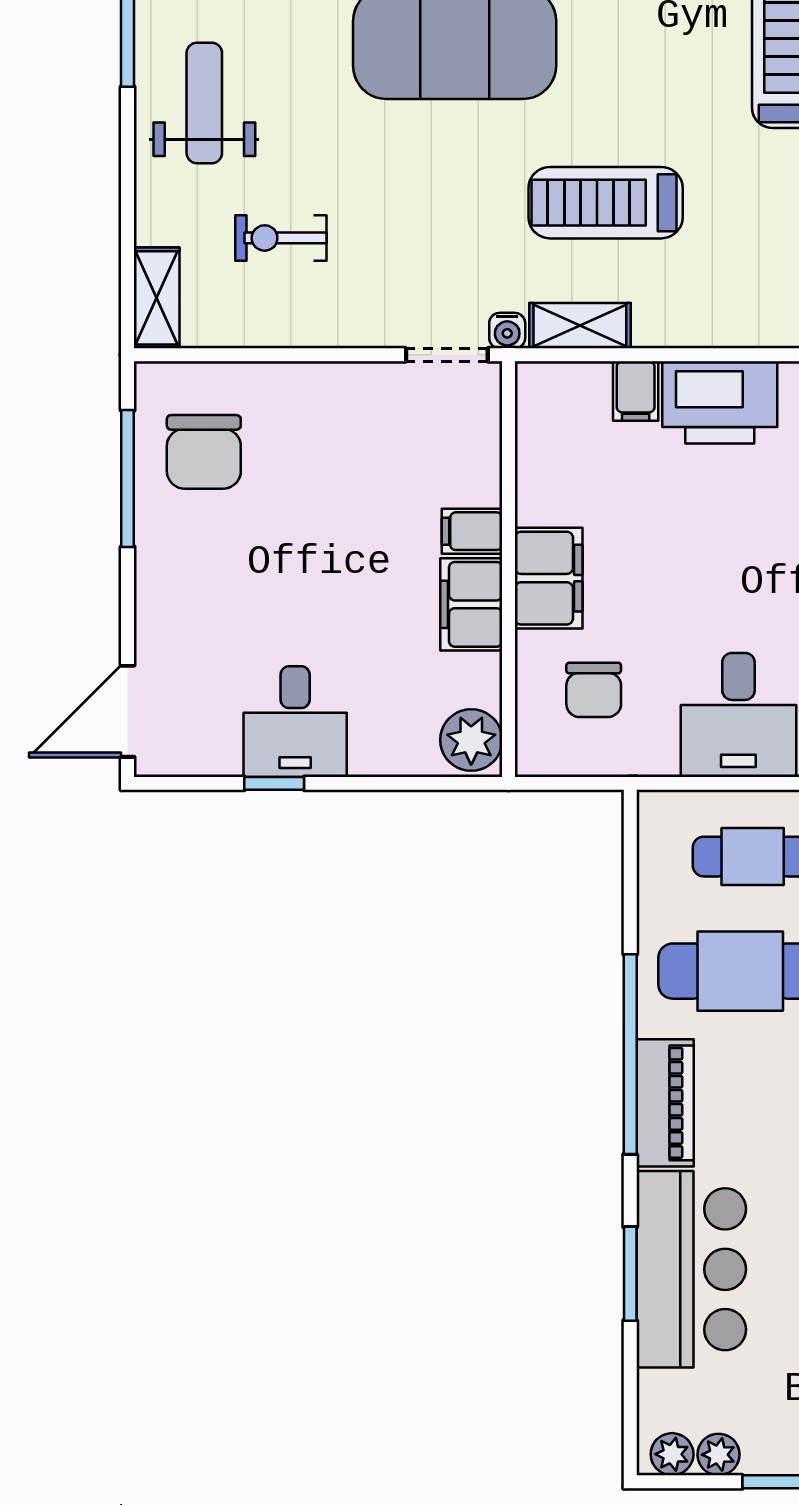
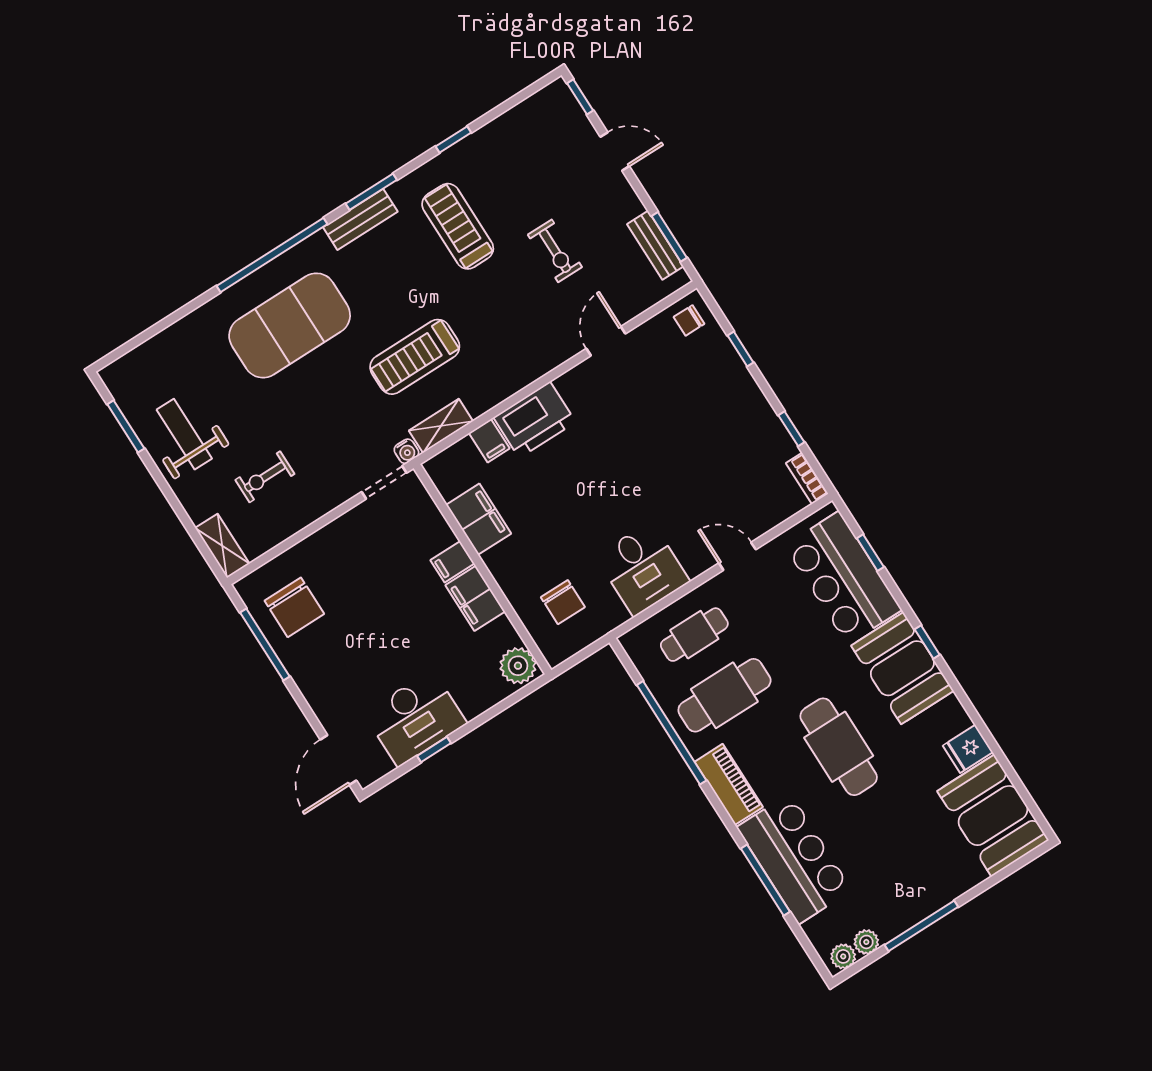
filing cabinet: (549, 578) -> (479, 519), moved
desk: (295, 722) -> (415, 718), width x1.37
window: (630, 1054) -> (672, 733), moved
window: (630, 1274) -> (765, 880), width x1.44

